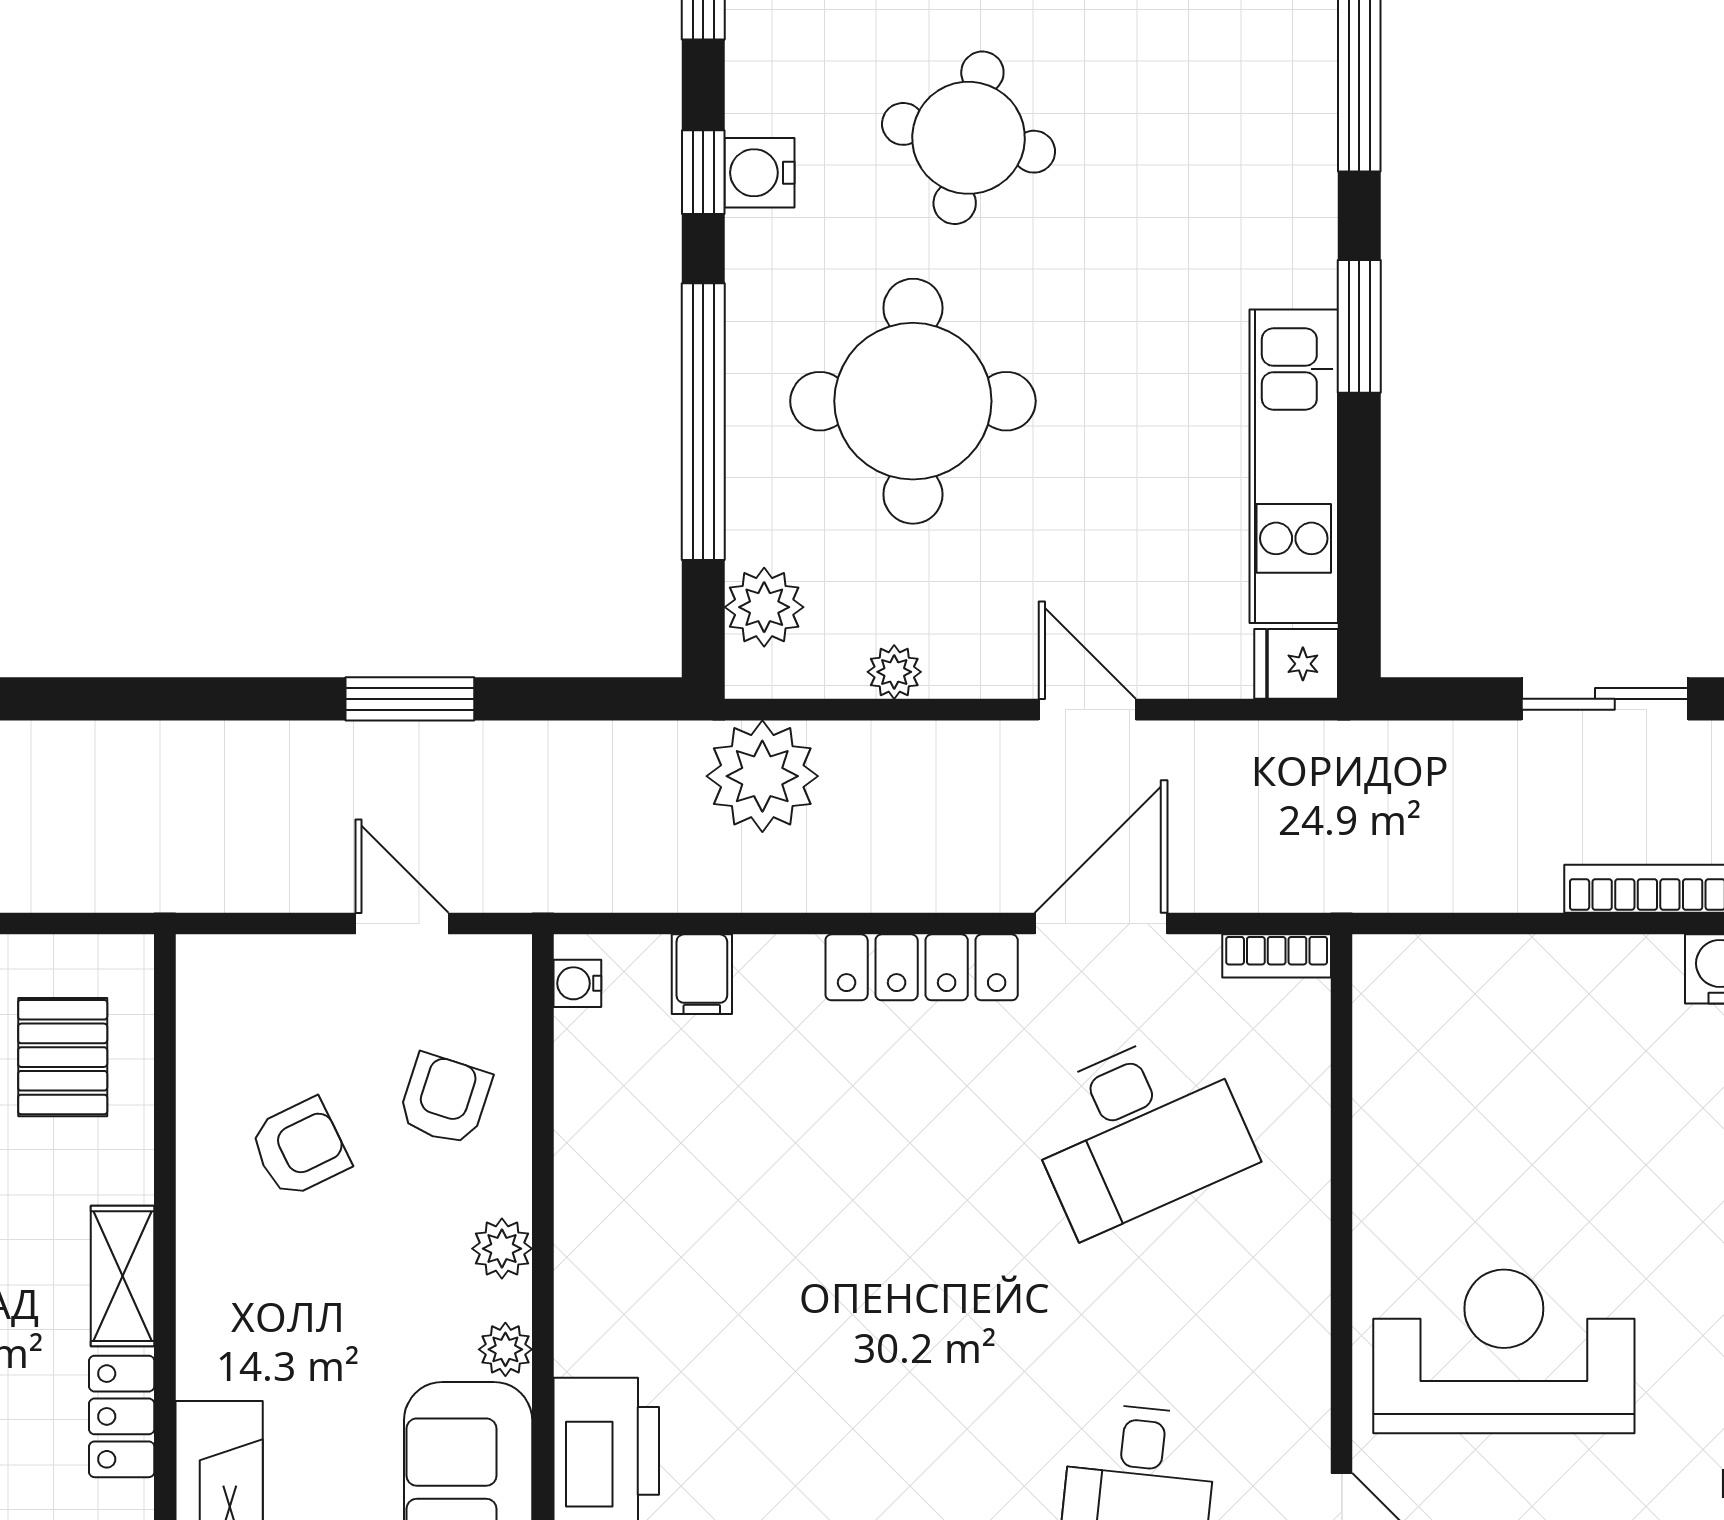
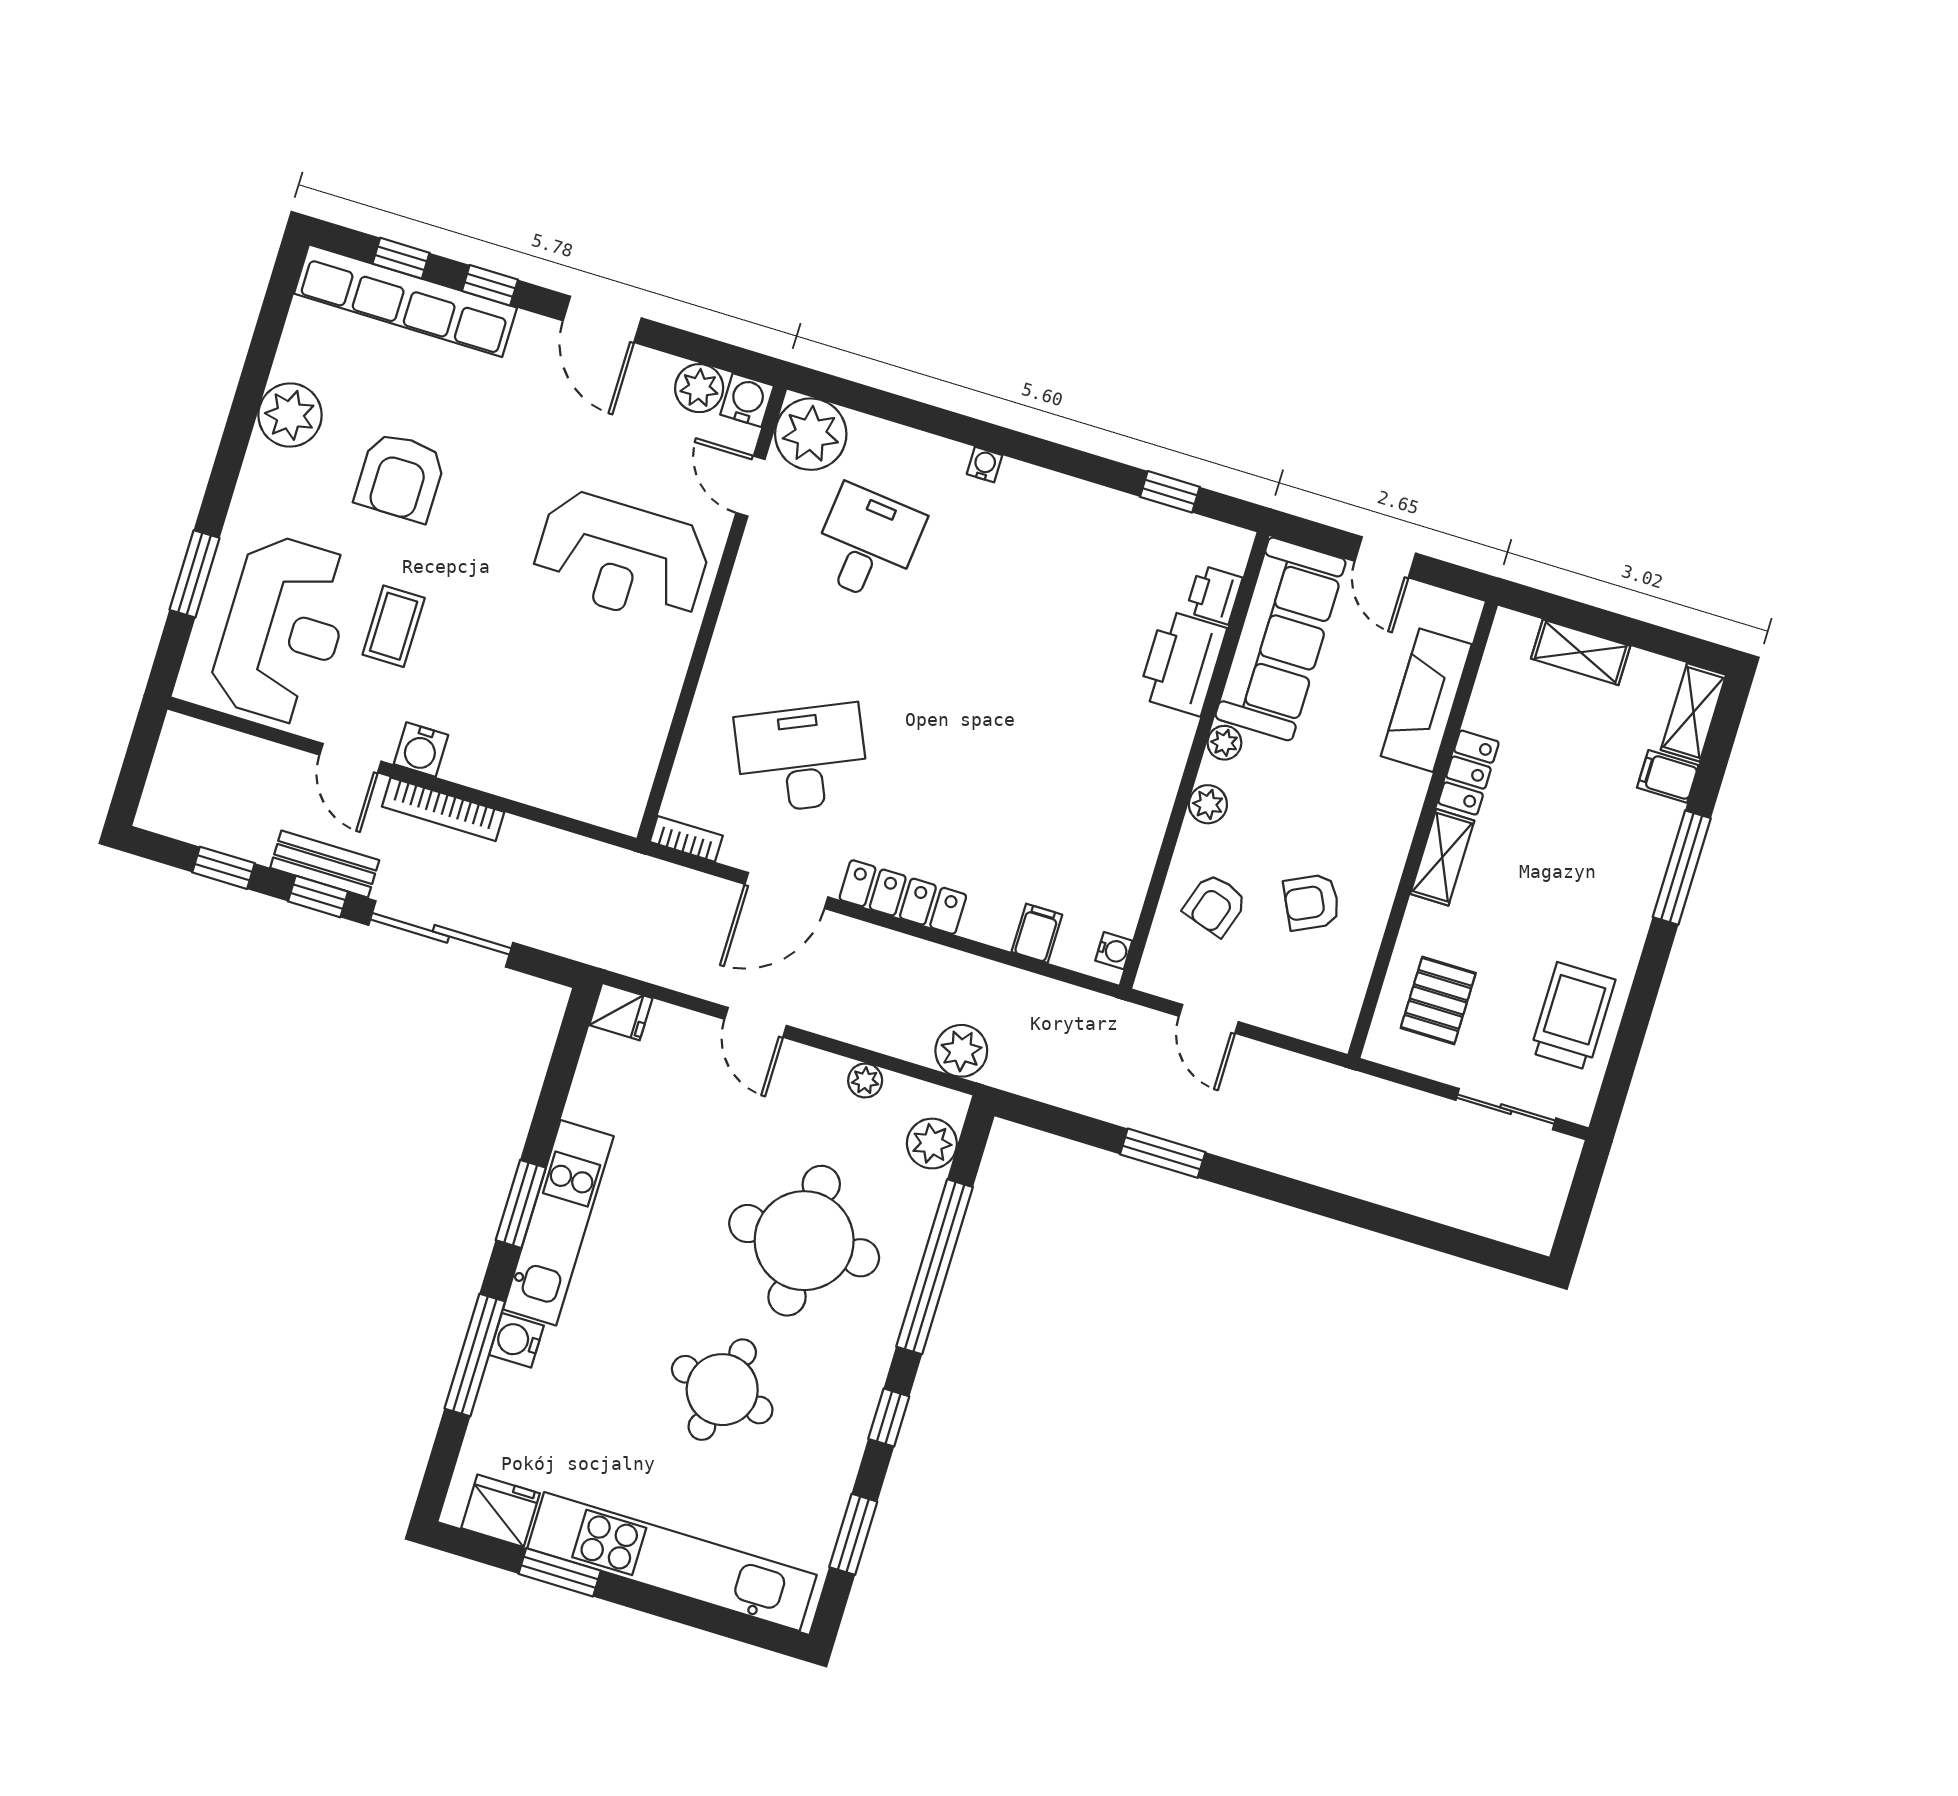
water cooler: (760, 173) -> (516, 1340), moved, turned 180
kitchen unit: (1294, 466) -> (558, 1223), moved
sliding door: (1605, 699) -> (441, 934), width x1.37
plant: (762, 776) -> (961, 1051), width x0.73, depth x0.73

